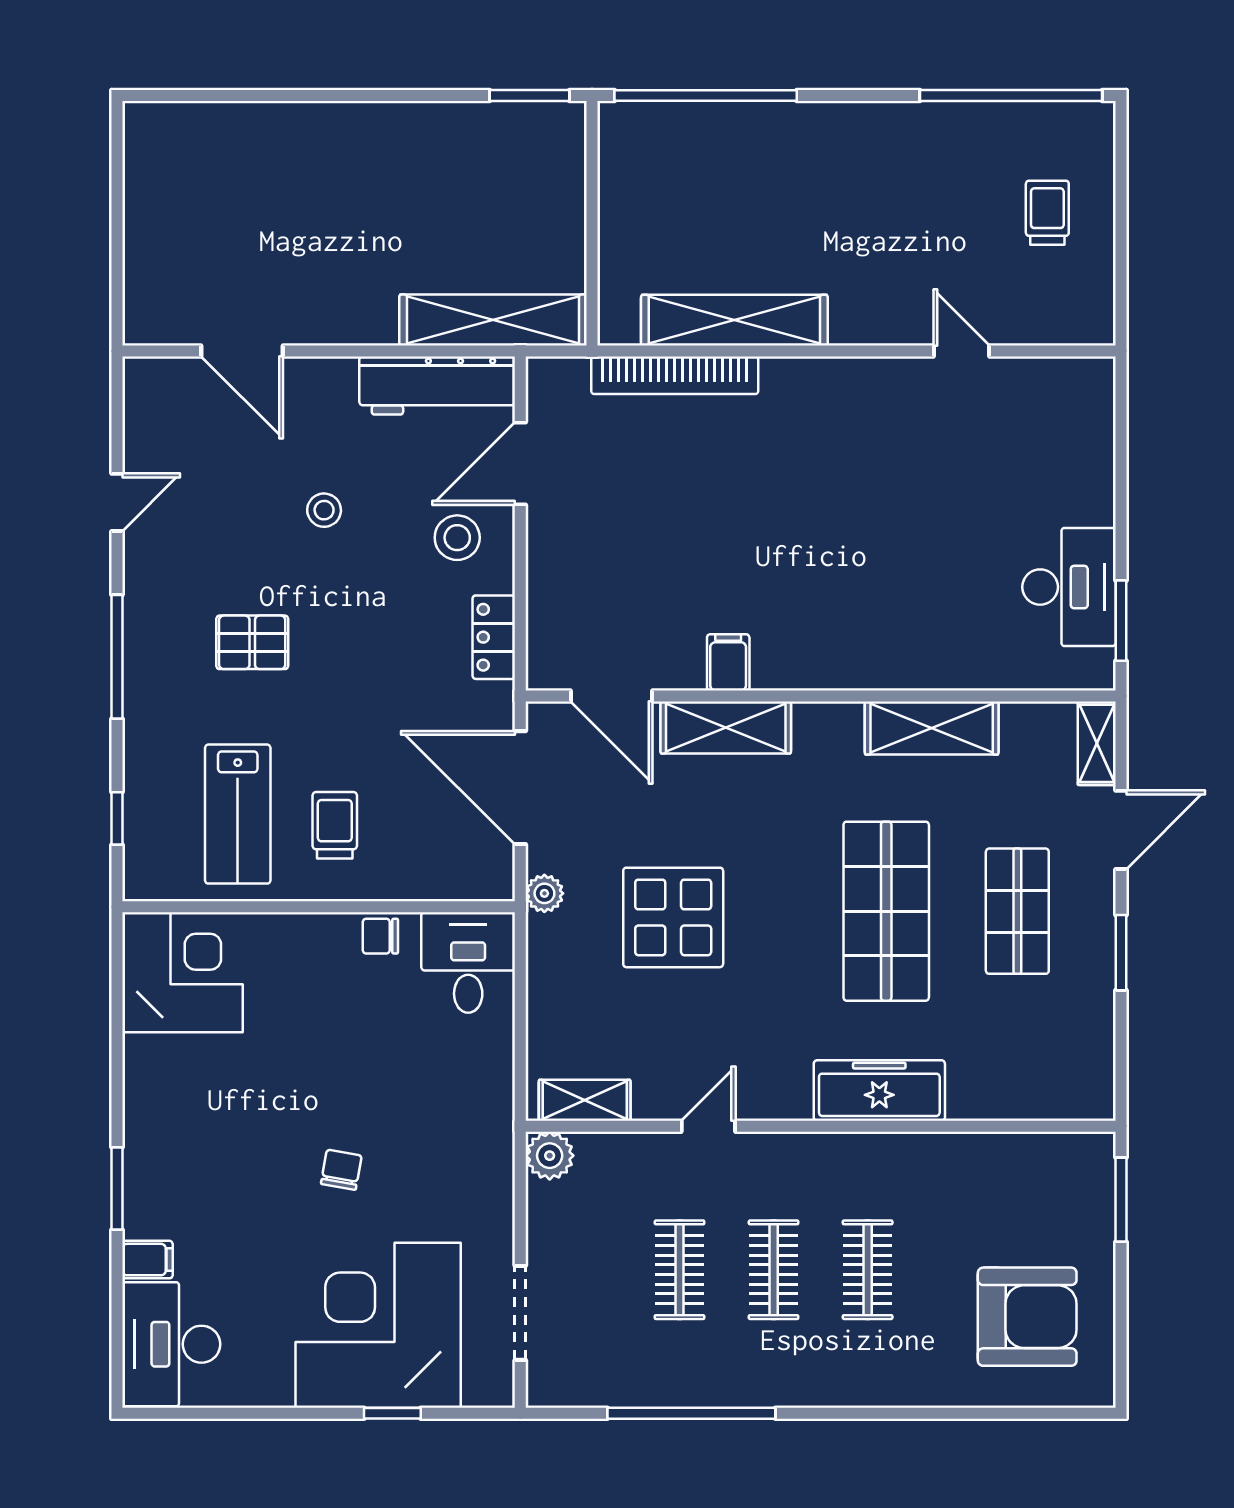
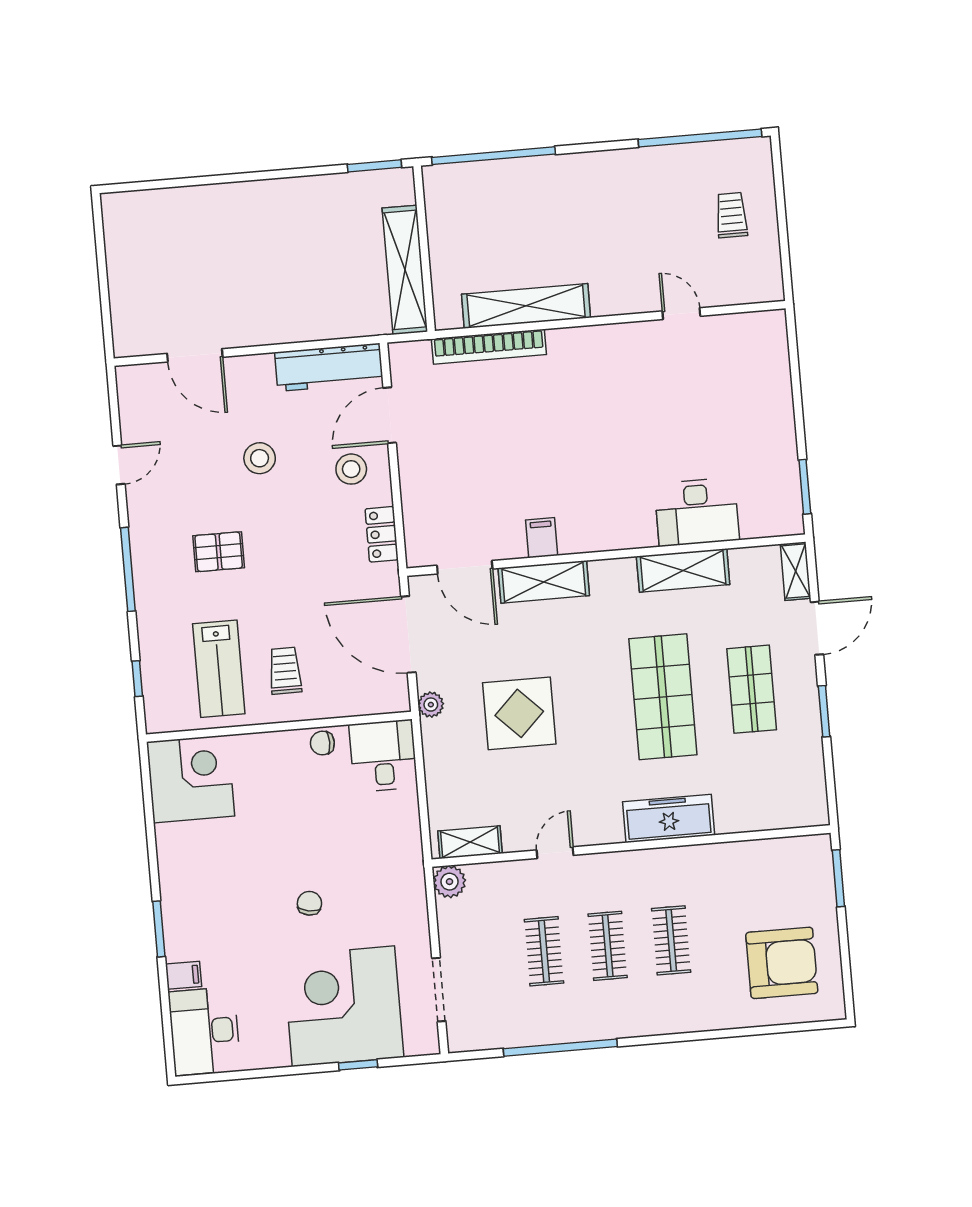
shelving: (493, 320) -> (405, 270), moved, turned 90
stool: (324, 510) -> (260, 458), width x1.37, depth x1.37
desk: (1069, 587) -> (697, 512), moved, turned 90

